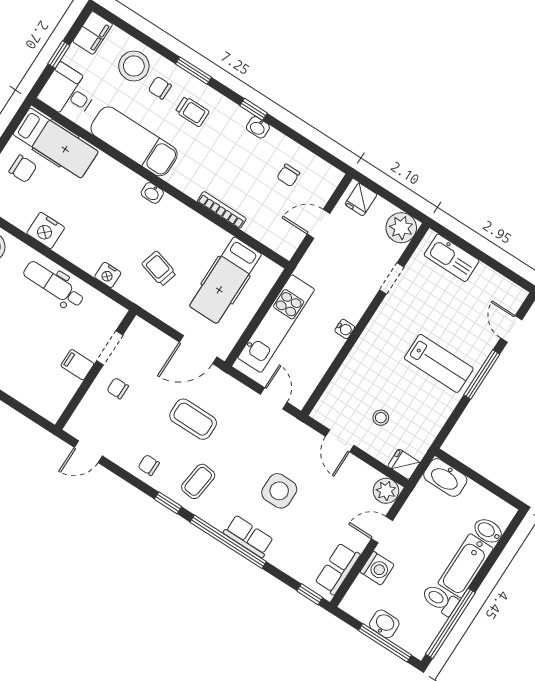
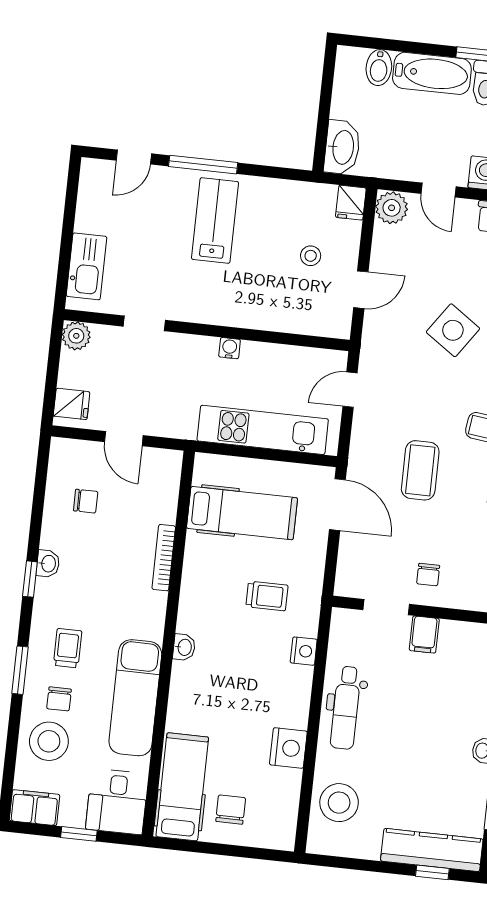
plant: (401, 228) -> (76, 336), width x0.73, depth x0.73
trolley: (159, 269) -> (267, 596), turned -106
side table: (279, 491) -> (453, 330), turned 35

